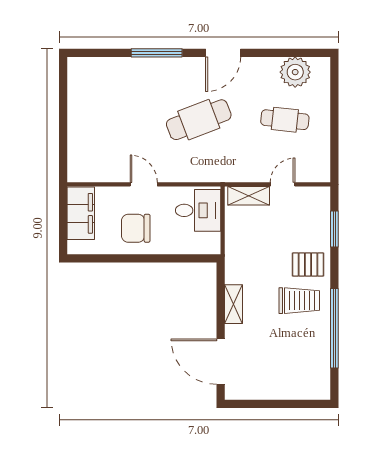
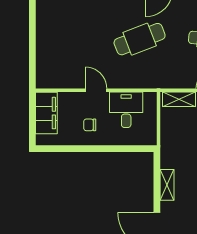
desk: (198, 210) -> (126, 110), moved, turned -90
chair: (136, 228) -> (90, 125), width x0.54, depth x0.54

